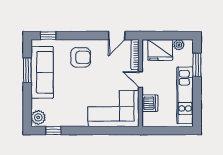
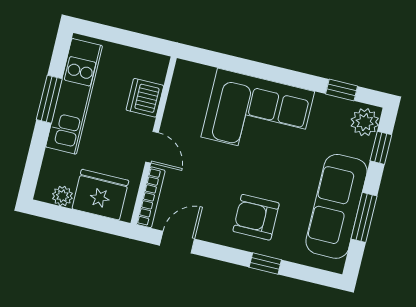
window: (48, 36) -> (265, 264), moved
window: (197, 65) -> (49, 99), moved
window: (27, 107) -> (381, 148), added
corner sofa: (114, 109) -> (258, 114), moved

